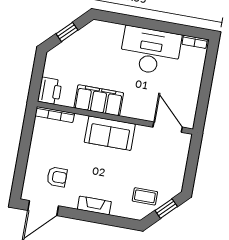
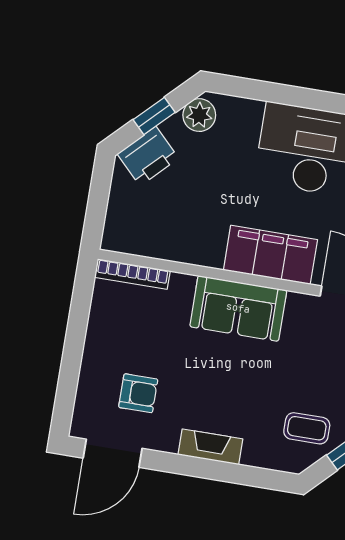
plant: (91, 32) -> (199, 115), added
printer: (50, 91) -> (148, 156), moved, turned 45
filing cabinet: (99, 100) -> (270, 255), moved

